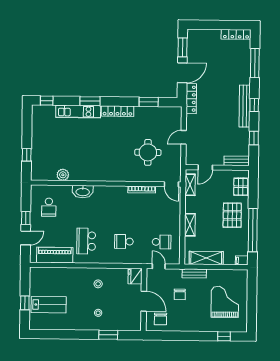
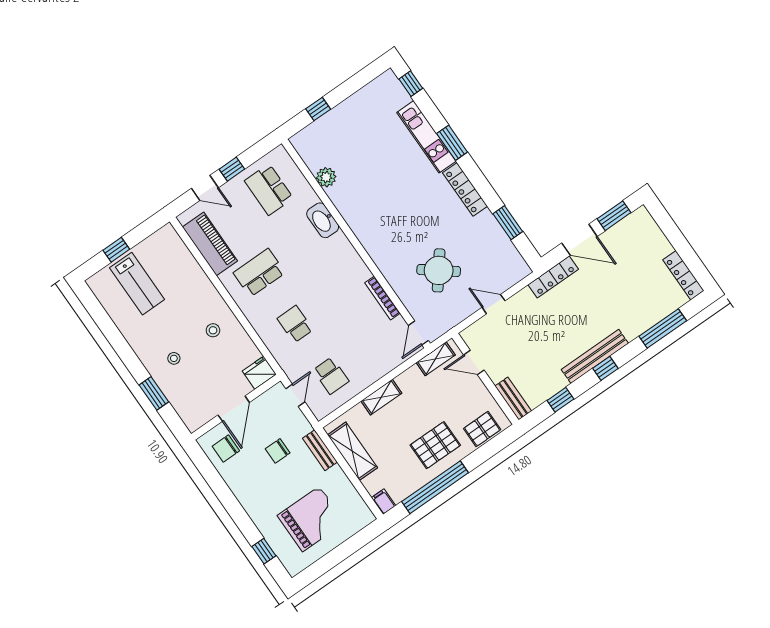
round table: (148, 152) -> (439, 270), turned 38
school desk: (49, 207) -> (269, 190), width x1.85

